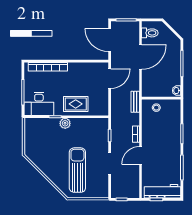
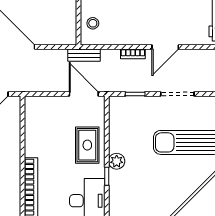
door: (110, 79) -> (84, 94), moved
door: (141, 155) -> (165, 47), hinge flipped

